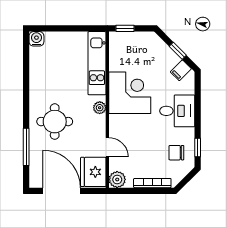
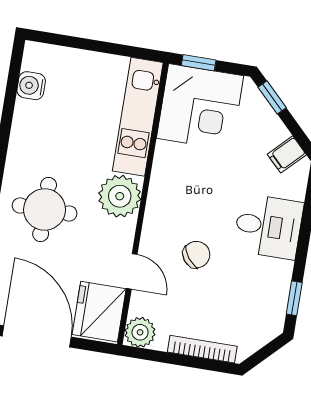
water cooler: (36, 39) -> (31, 86), moved, turned -90
window: (178, 51) -> (272, 97), moved
corner desk: (130, 93) -> (200, 107), moved, turned 90
plant: (100, 108) -> (120, 196), width x1.88, depth x1.88
chair: (176, 153) -> (196, 255), moved, turned 142

